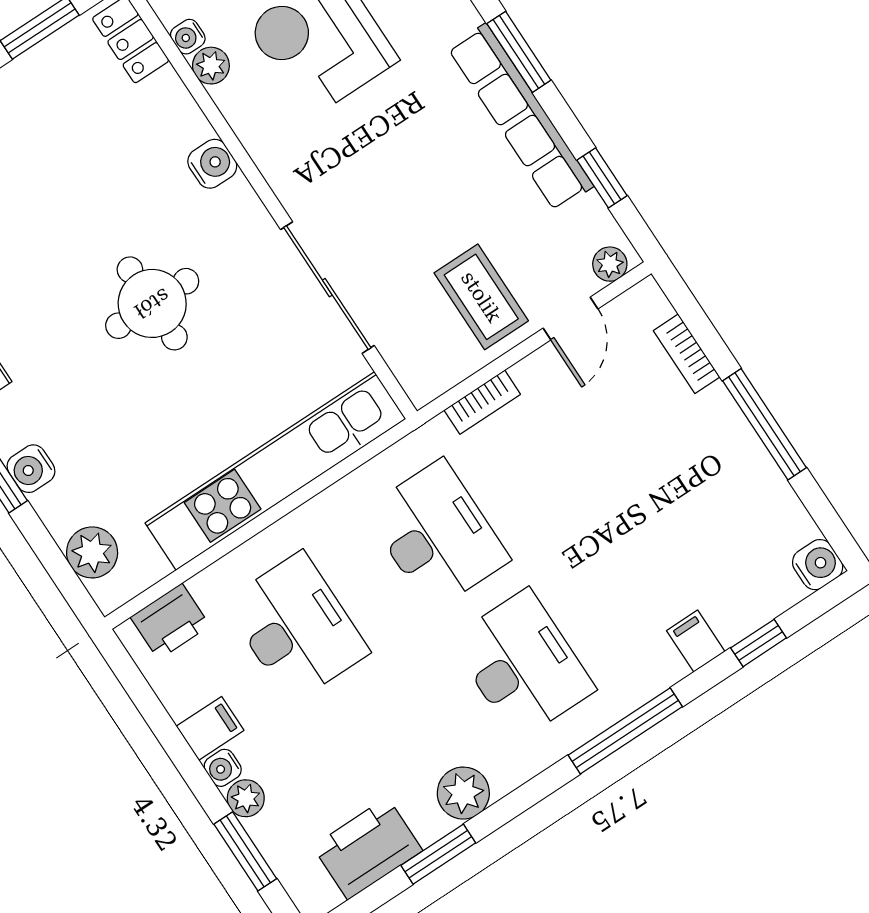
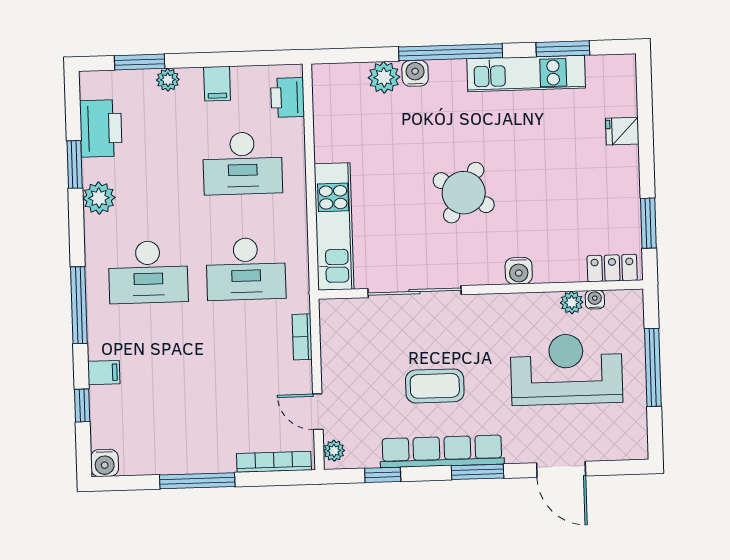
coffee table: (481, 297) -> (435, 386), moved
round table: (152, 303) -> (464, 193), turned 30
bookcase: (687, 354) -> (274, 462), width x1.56
kitchen unit: (275, 471) -> (334, 227), width x0.73
plant: (92, 552) -> (384, 77), moved
water cooler: (223, 768) -> (192, 77), removed

